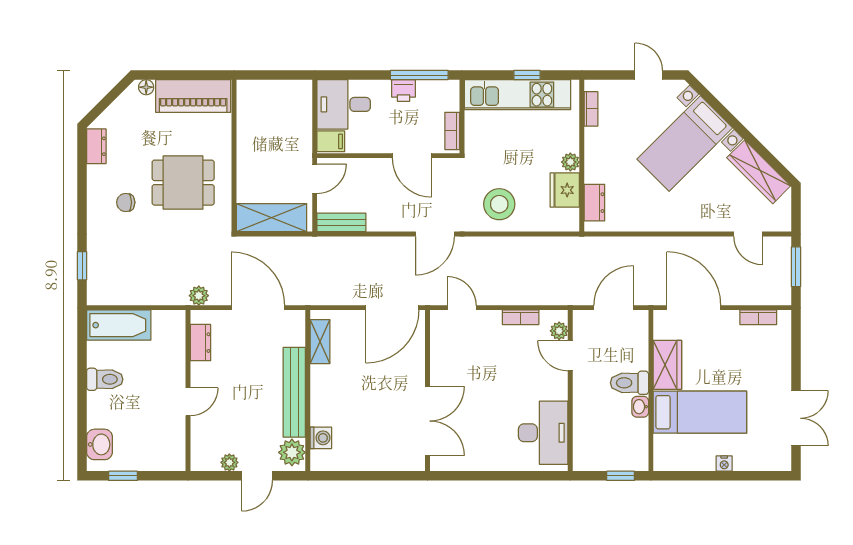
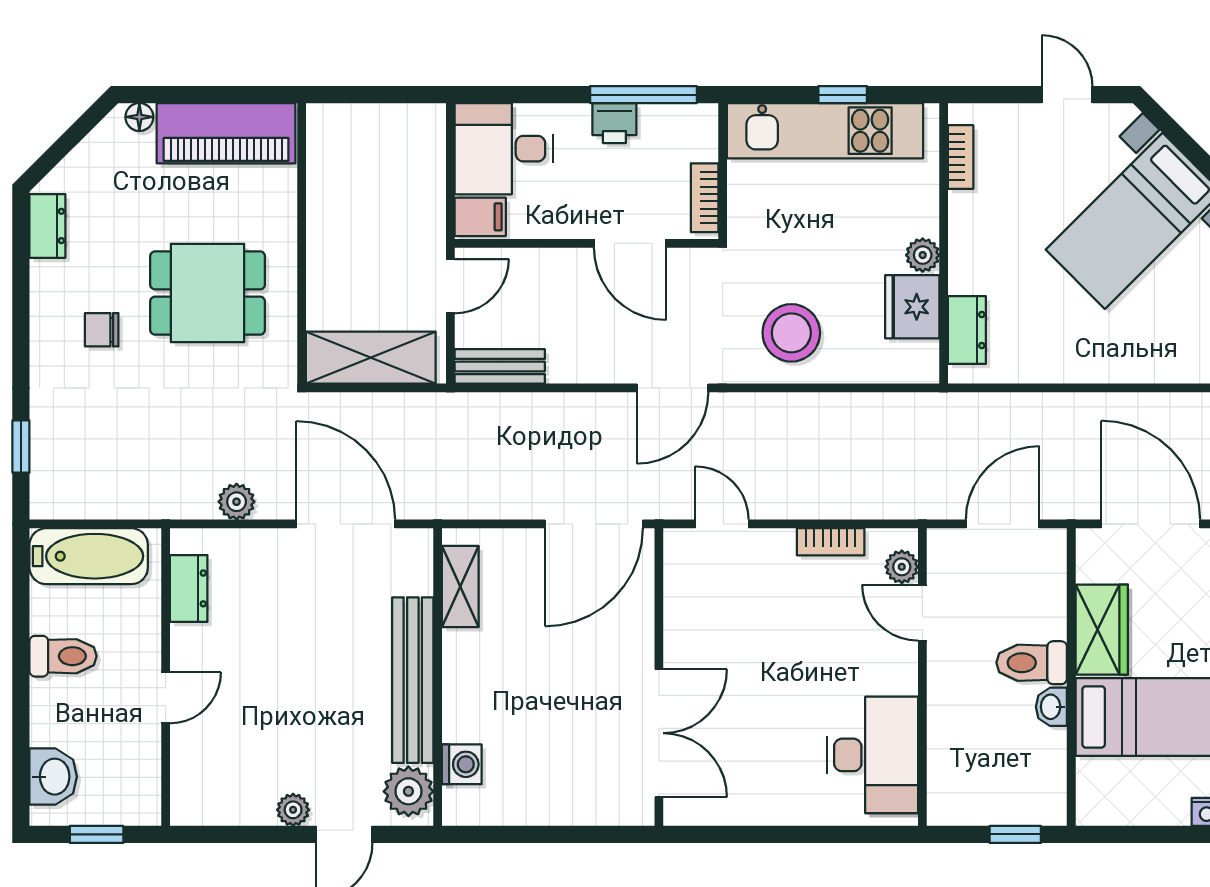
dresser: (200, 343) -> (189, 588), moved
wall: (188, 391) -> (166, 677), moved
door: (188, 402) -> (166, 698), moved

